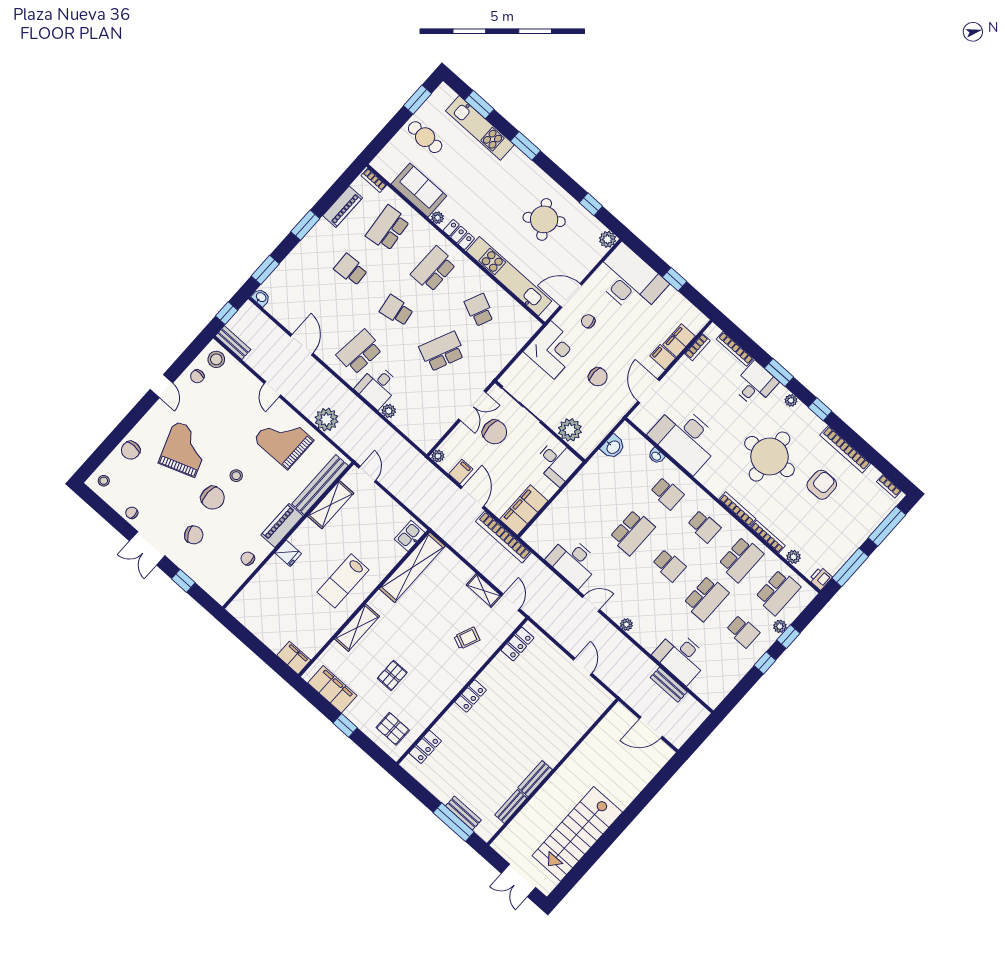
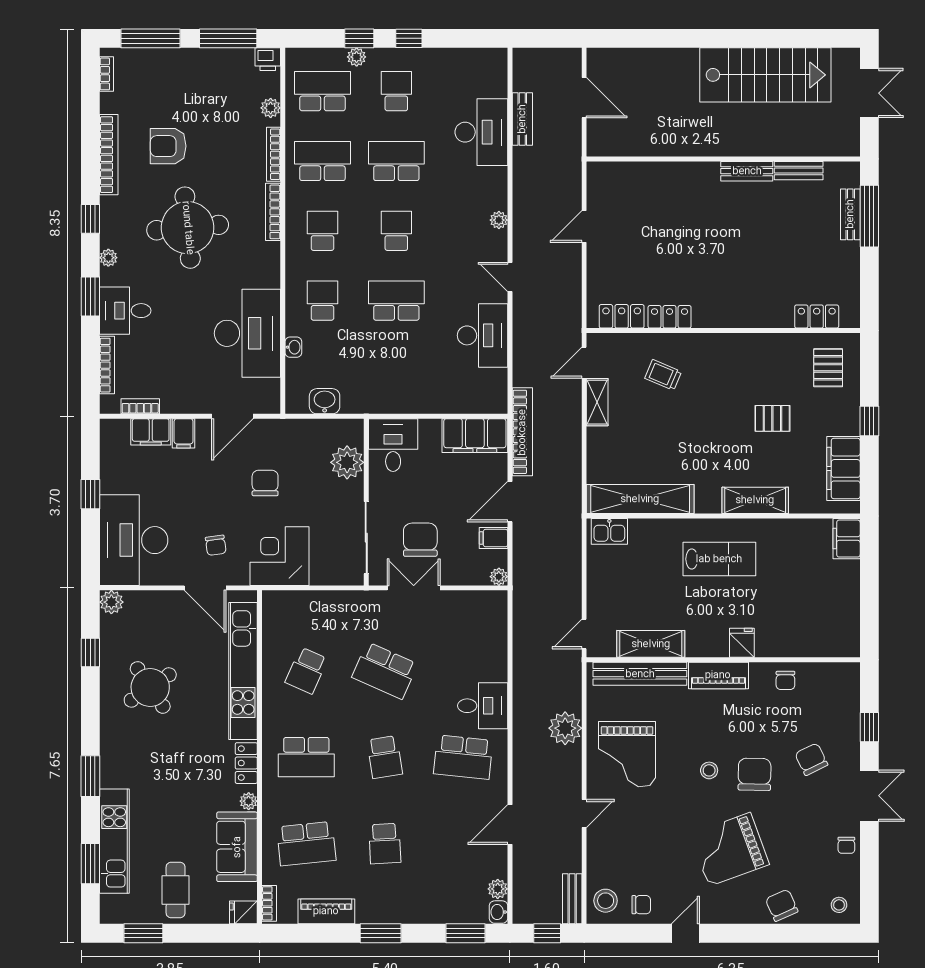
fridge: (381, 162) -> (243, 912), added
plant: (389, 411) -> (498, 889), moved
chair: (131, 450) -> (782, 905), turned -114
locker: (471, 696) -> (670, 317), moved

